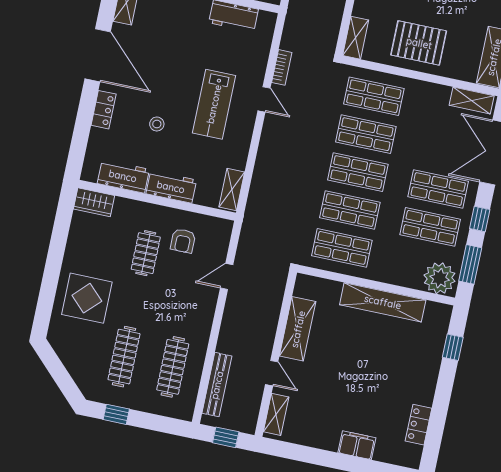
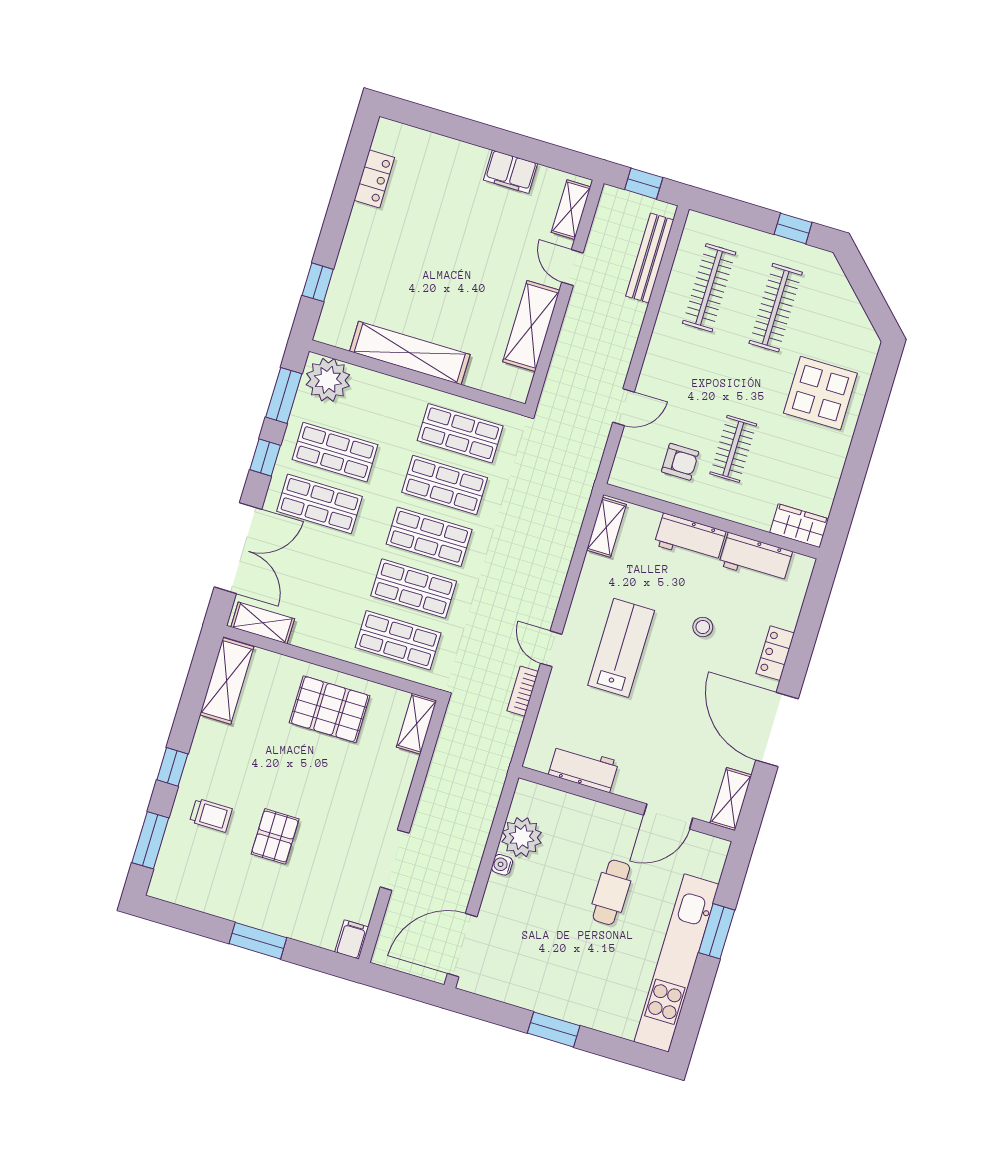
armchair: (183, 241) -> (680, 462), turned 90
filing cabinet: (357, 445) -> (511, 172), moved

